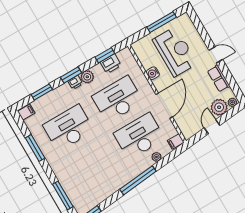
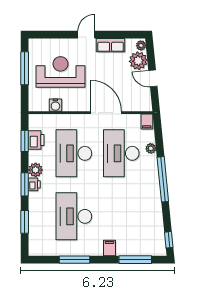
water cooler: (153, 73) -> (55, 105), moved
filing cabinet: (26, 112) -> (109, 248), moved

